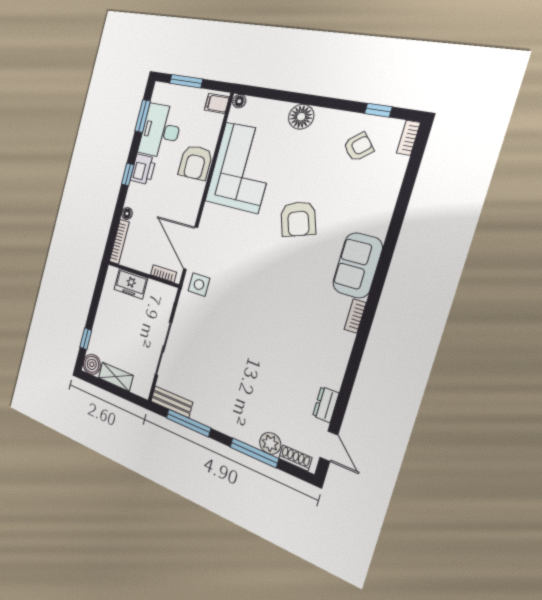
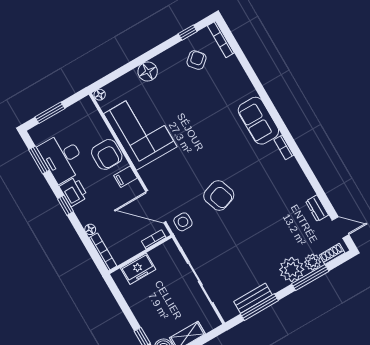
filing cabinet: (217, 103) -> (126, 177), moved
bookcase: (408, 138) -> (221, 39), width x1.56
armchair: (298, 219) -> (219, 195), moved
bench: (172, 402) -> (253, 298), moved
plant: (246, 427) -> (292, 270), added

